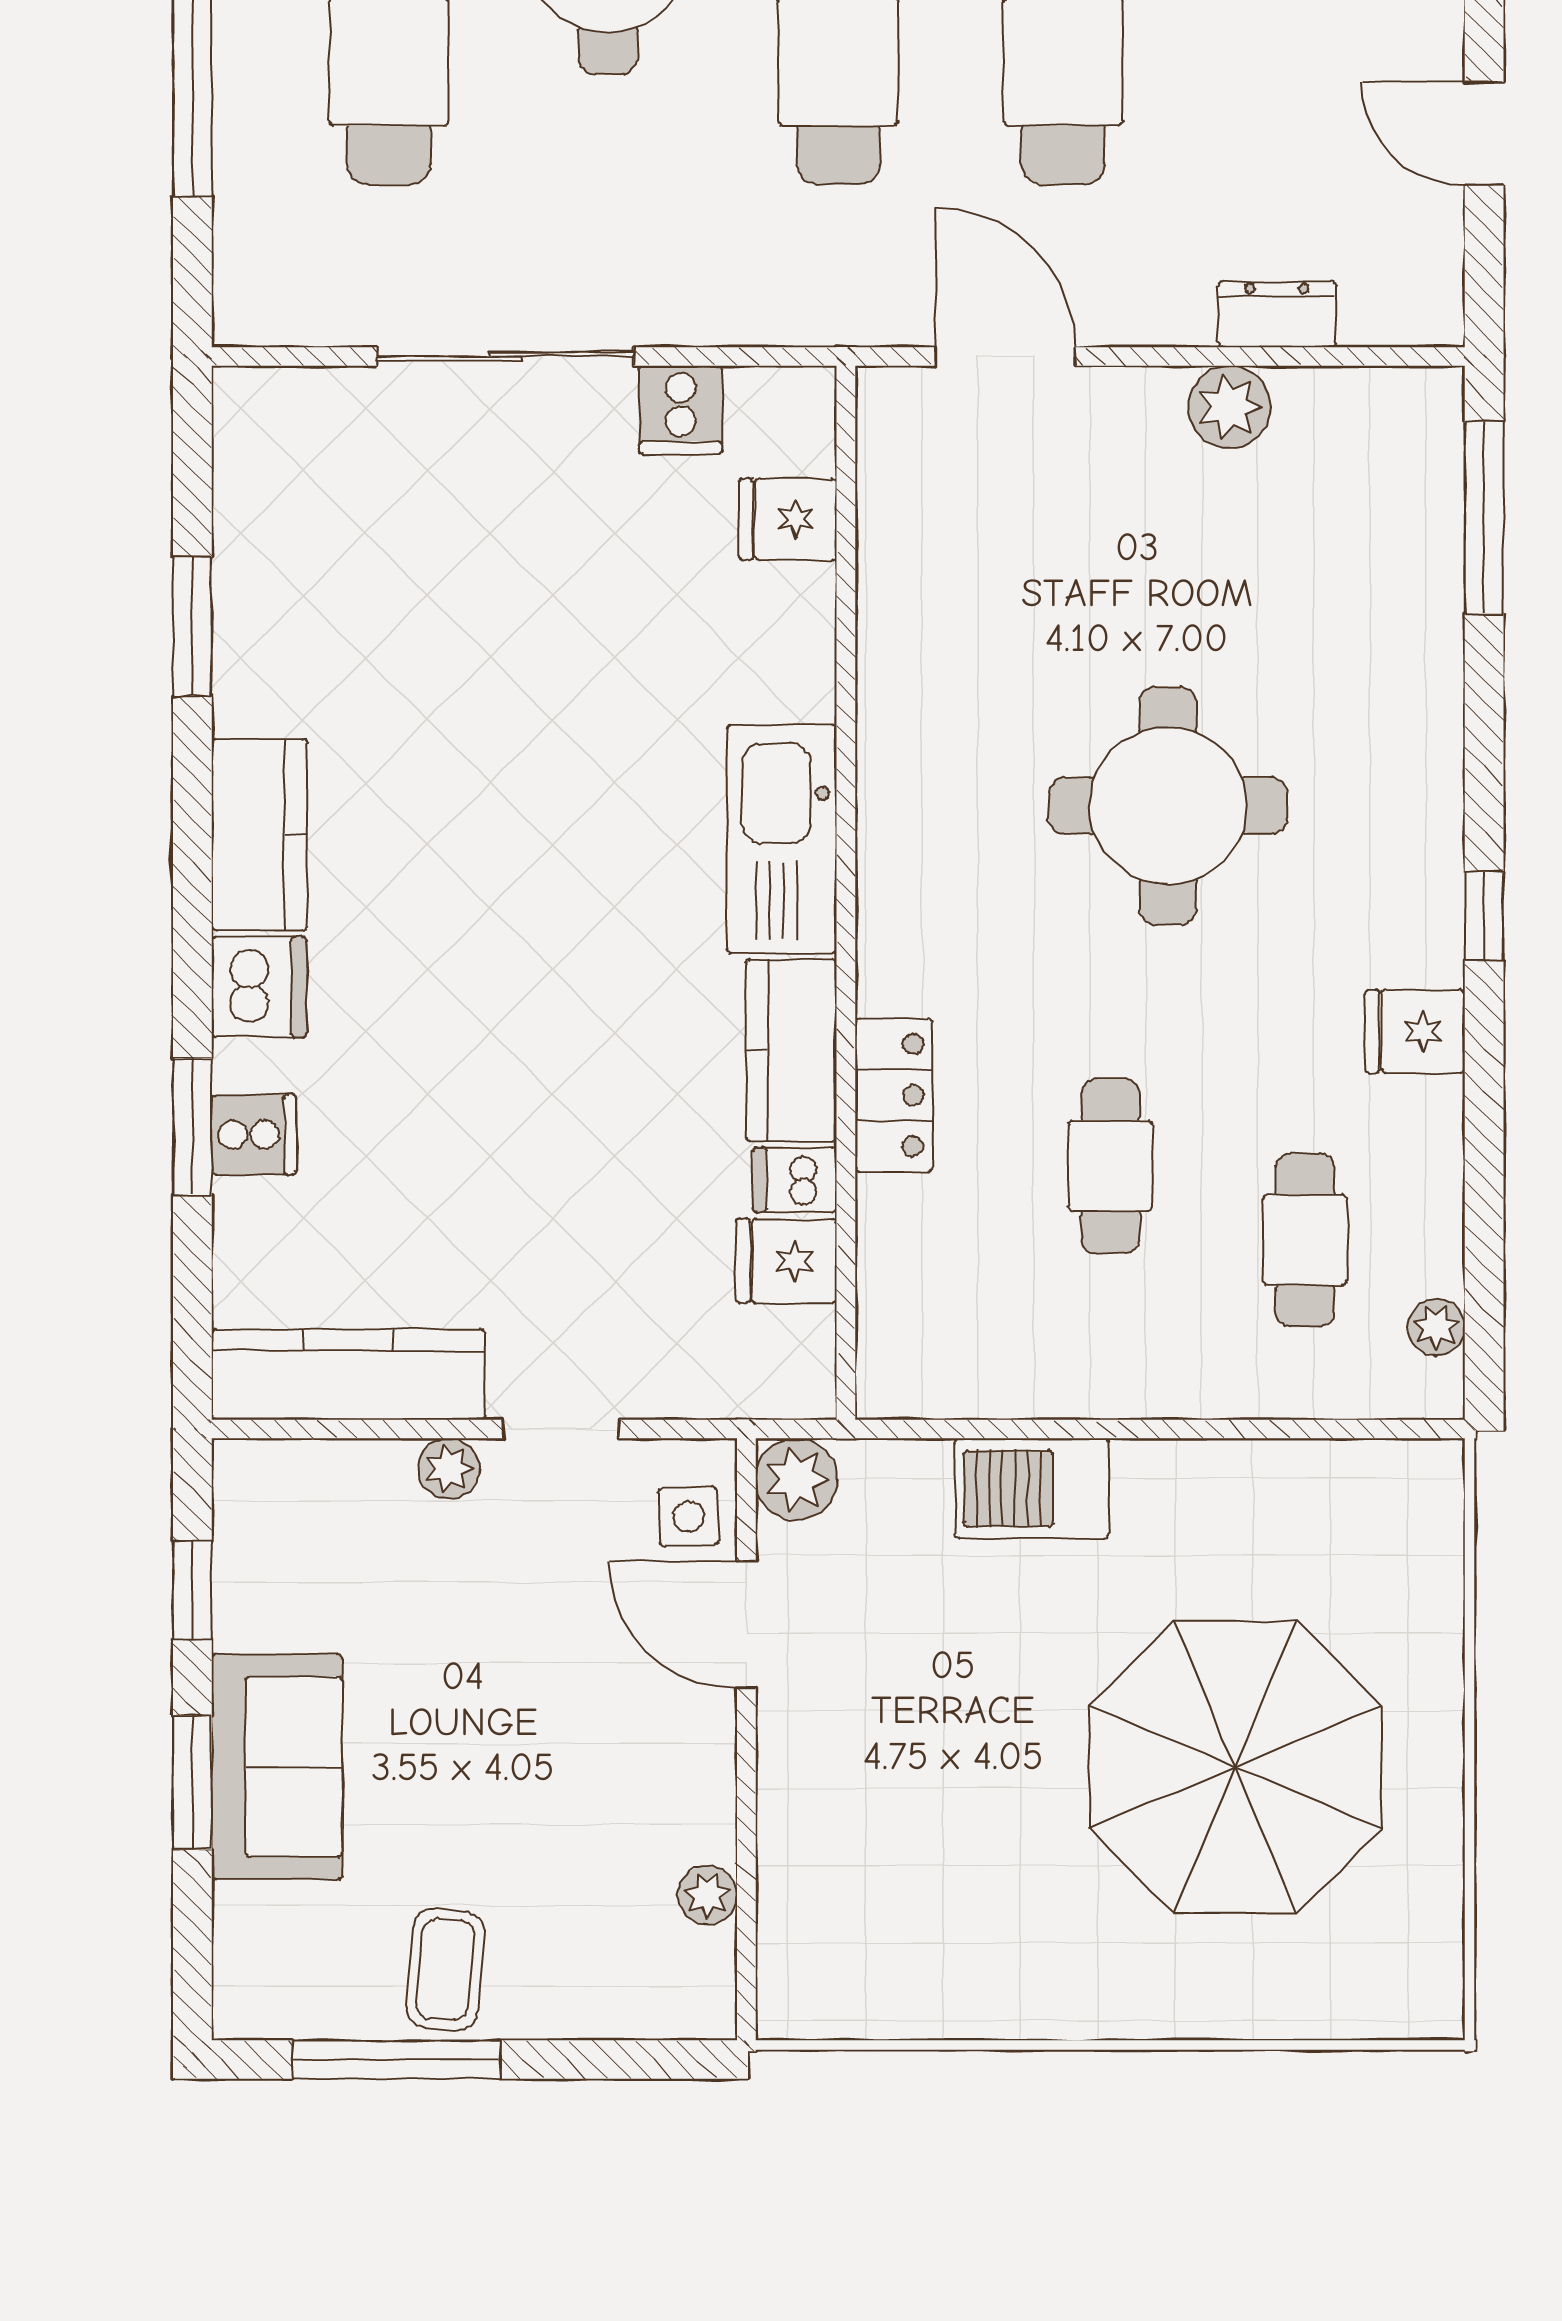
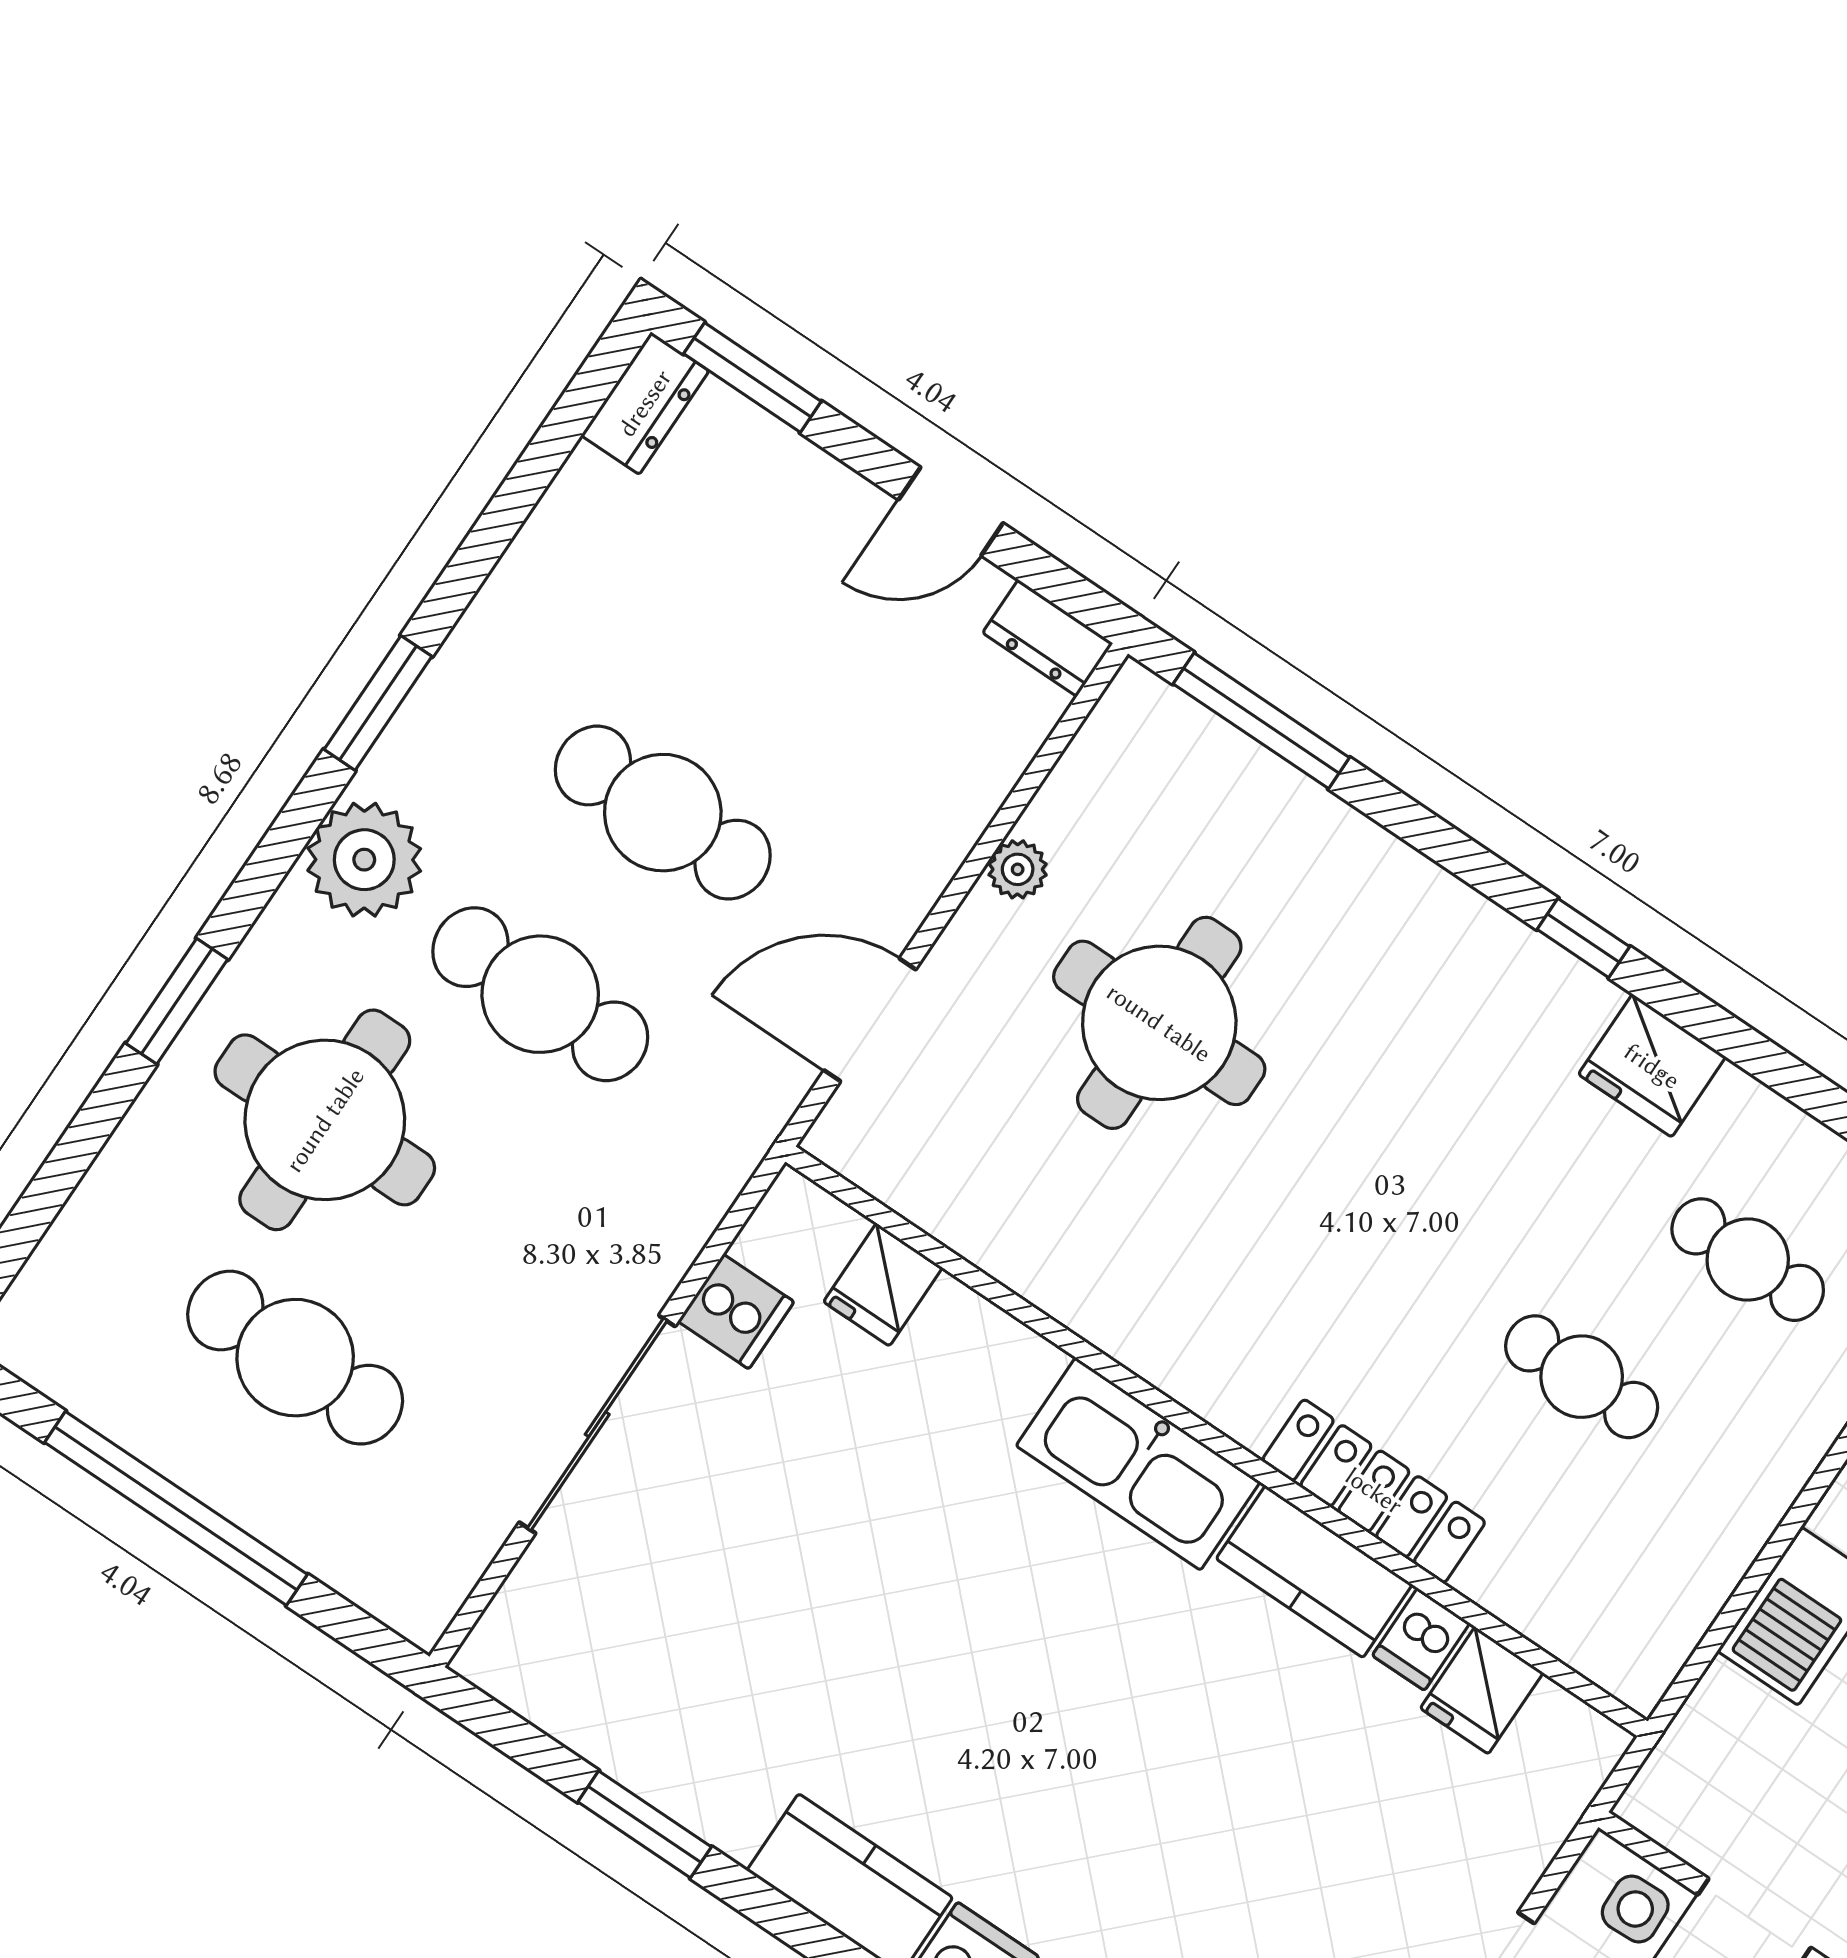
dresser: (1277, 314) -> (1048, 638), moved, turned -90
plant: (1229, 407) -> (1018, 869), width x0.73, depth x0.73
round table: (1168, 806) -> (1159, 1023), moved
fridge: (1415, 1031) -> (1652, 1066), width x1.38
locker: (894, 1095) -> (1374, 1491), width x1.53
plant: (796, 1479) -> (1664, 1801), removed

